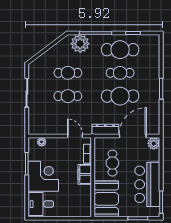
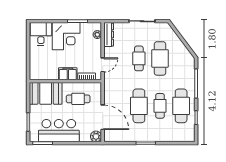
plant: (80, 44) -> (187, 69), removed
cafe table: (68, 73) -> (160, 58), width x1.37, depth x1.35
dresser: (105, 129) -> (109, 35), moved

